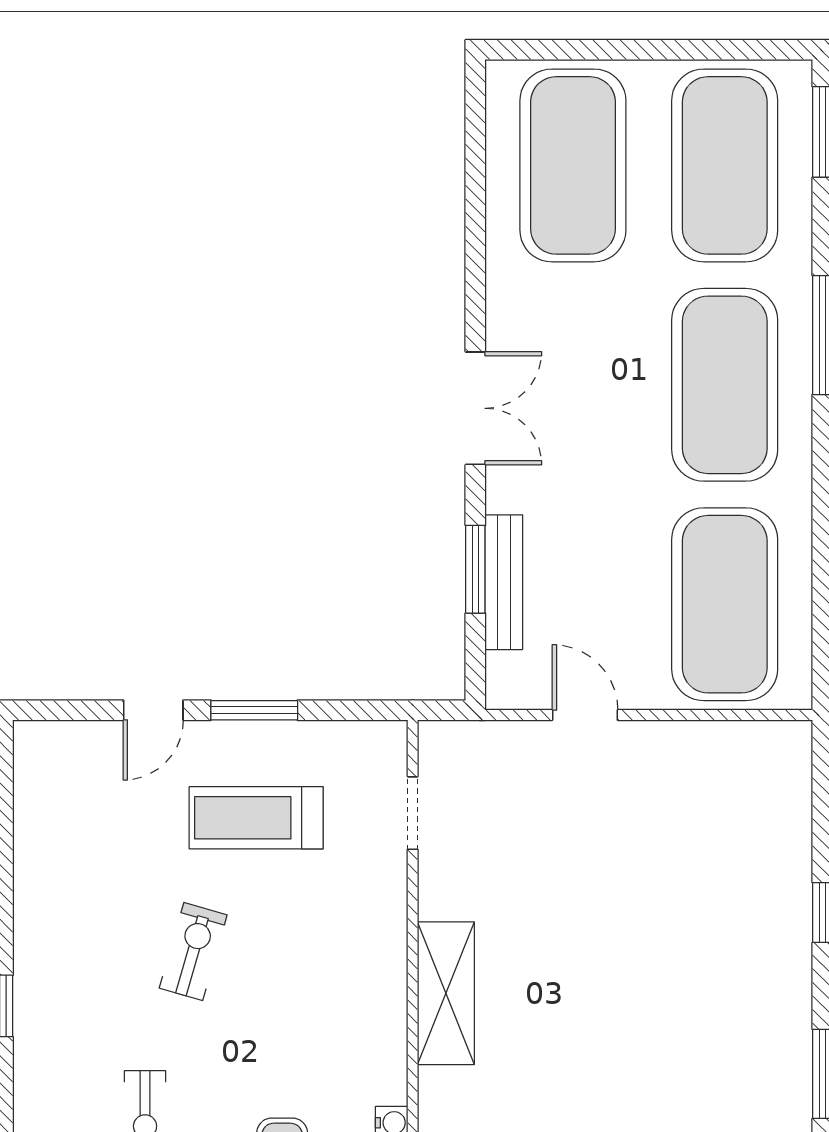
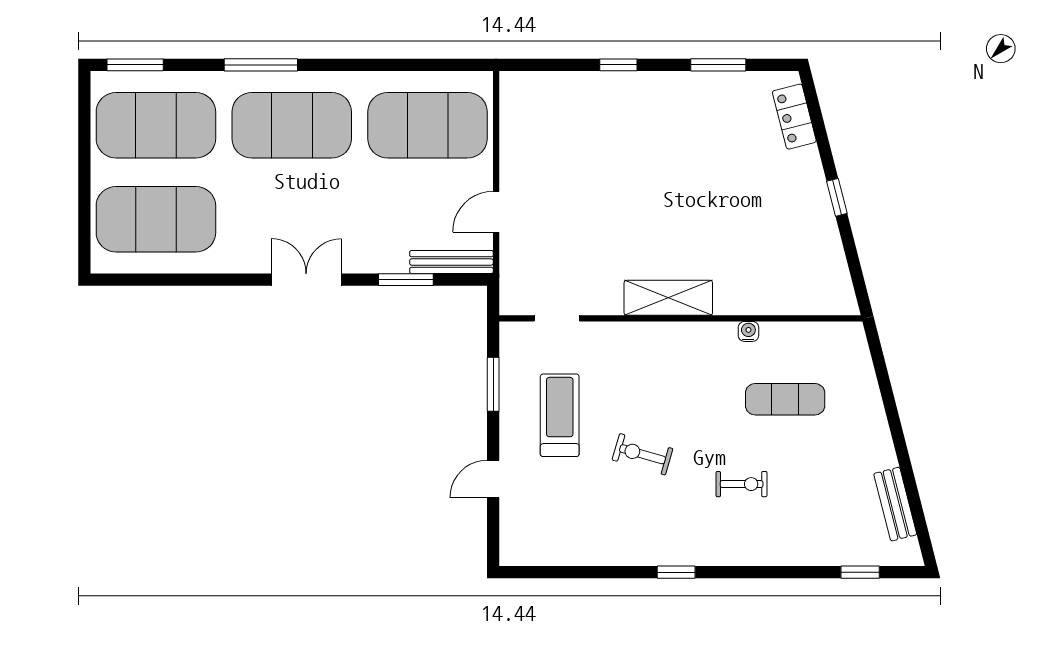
bench: (504, 582) -> (451, 262), moved
door: (153, 710) -> (493, 479), swing flipped
window: (254, 710) -> (493, 384), moved
treadmill: (256, 818) -> (560, 415), turned 180

